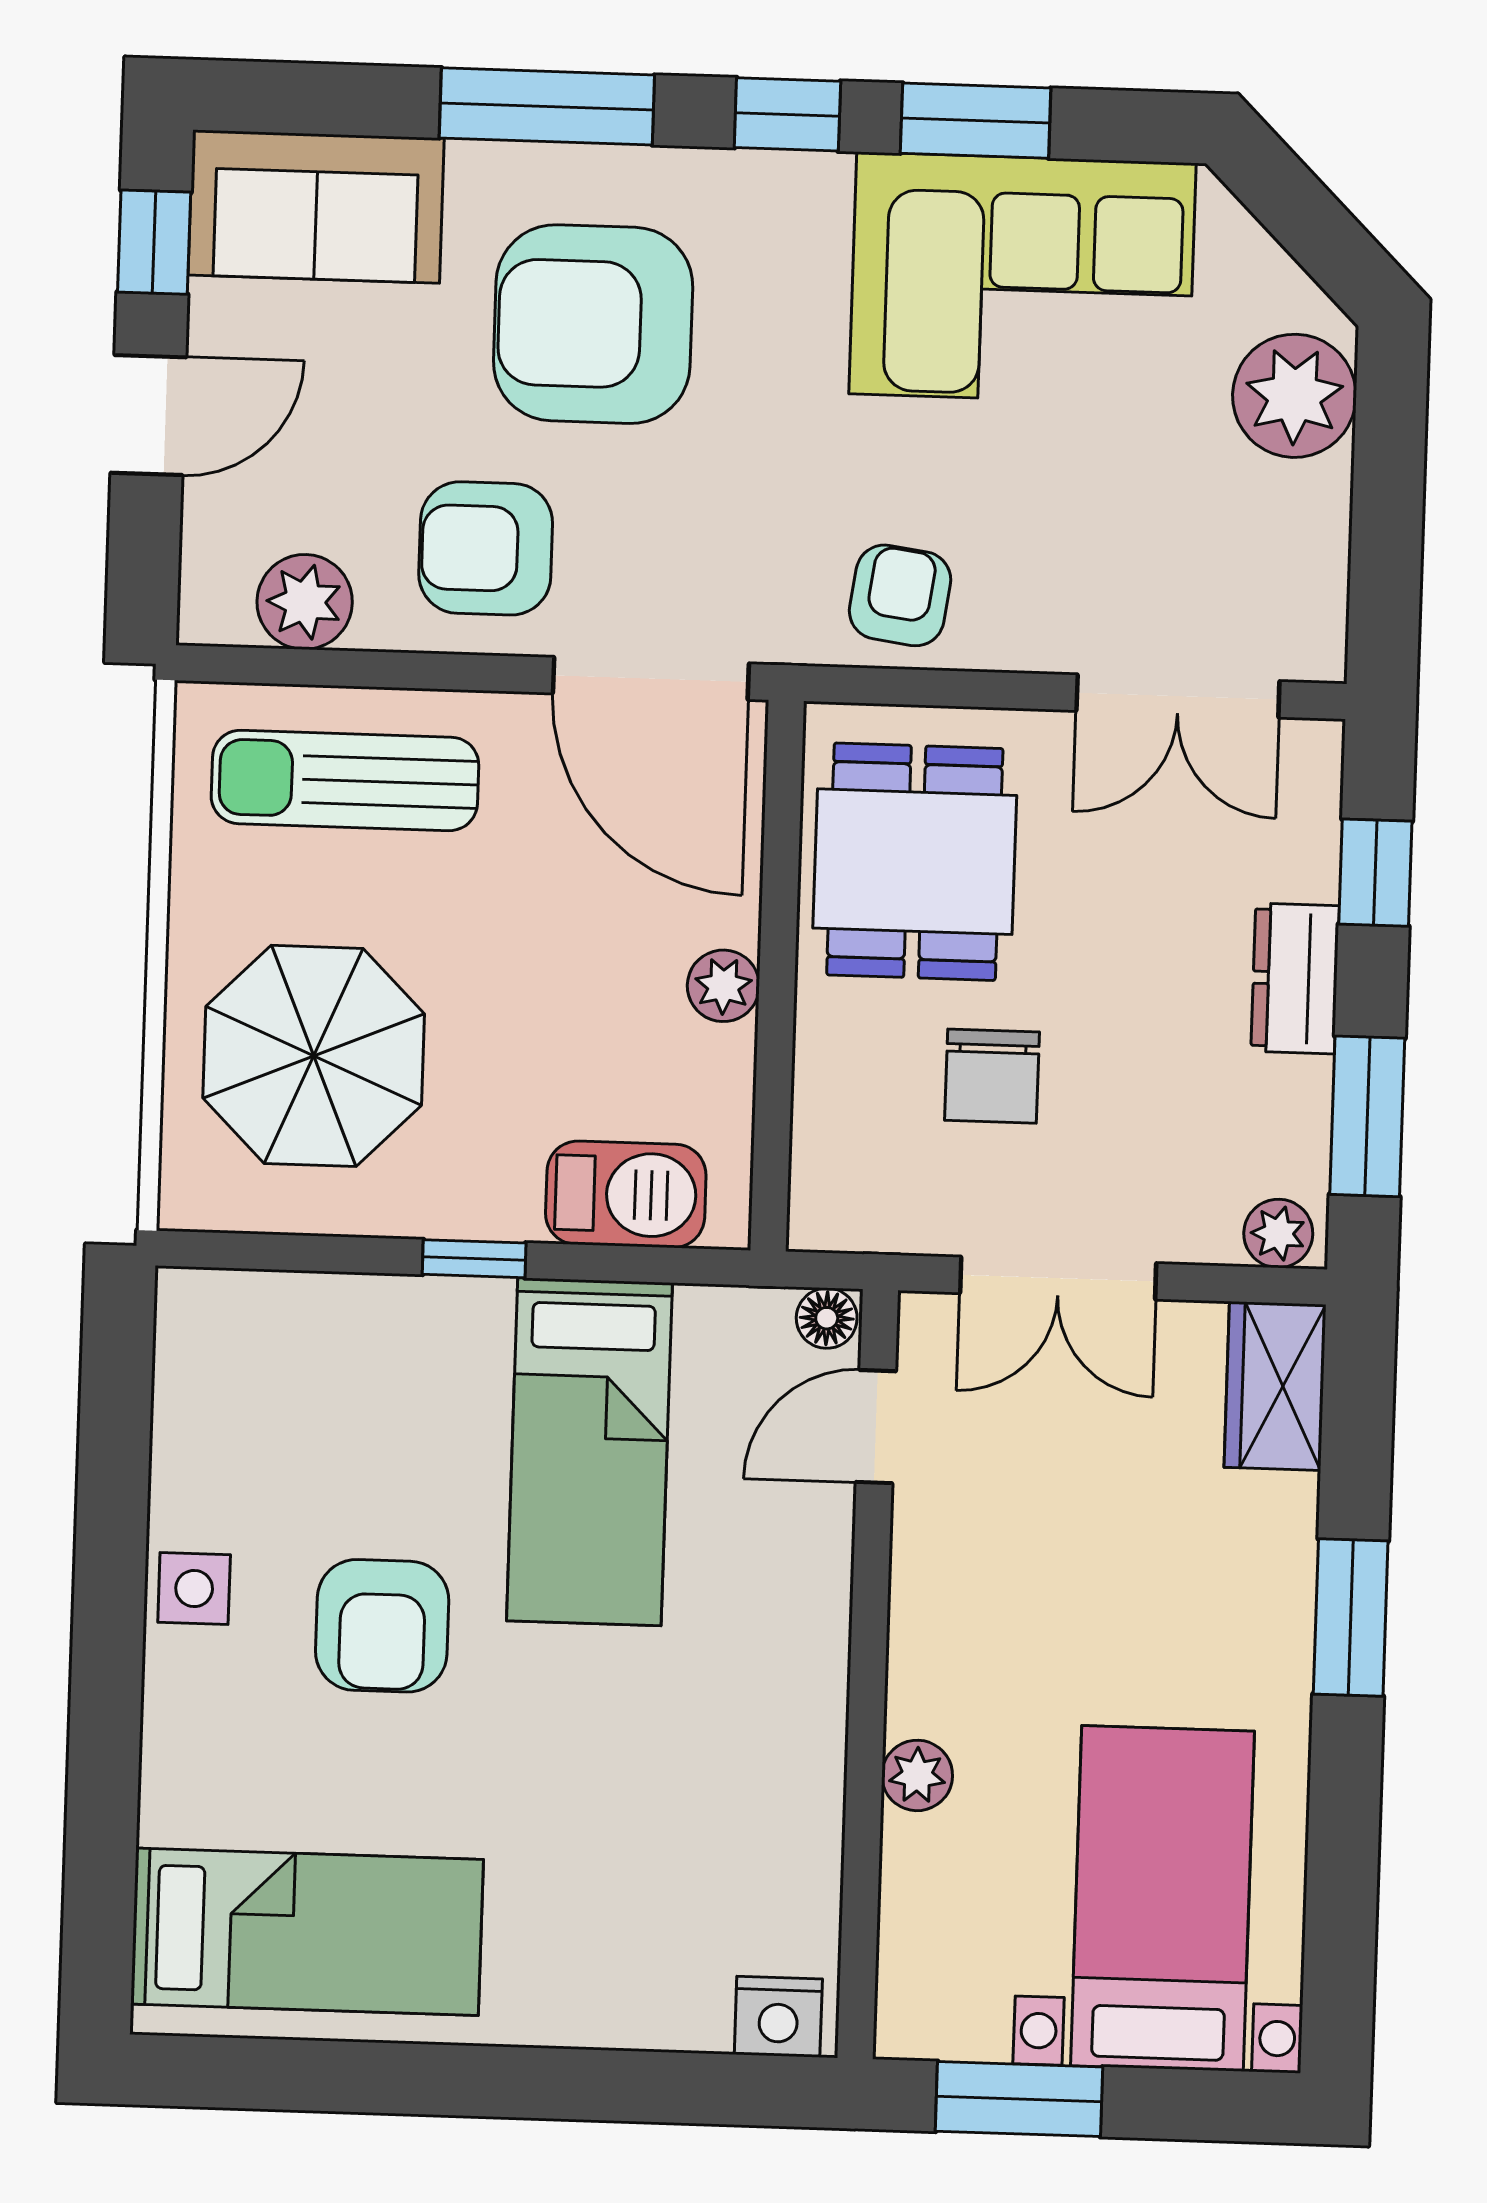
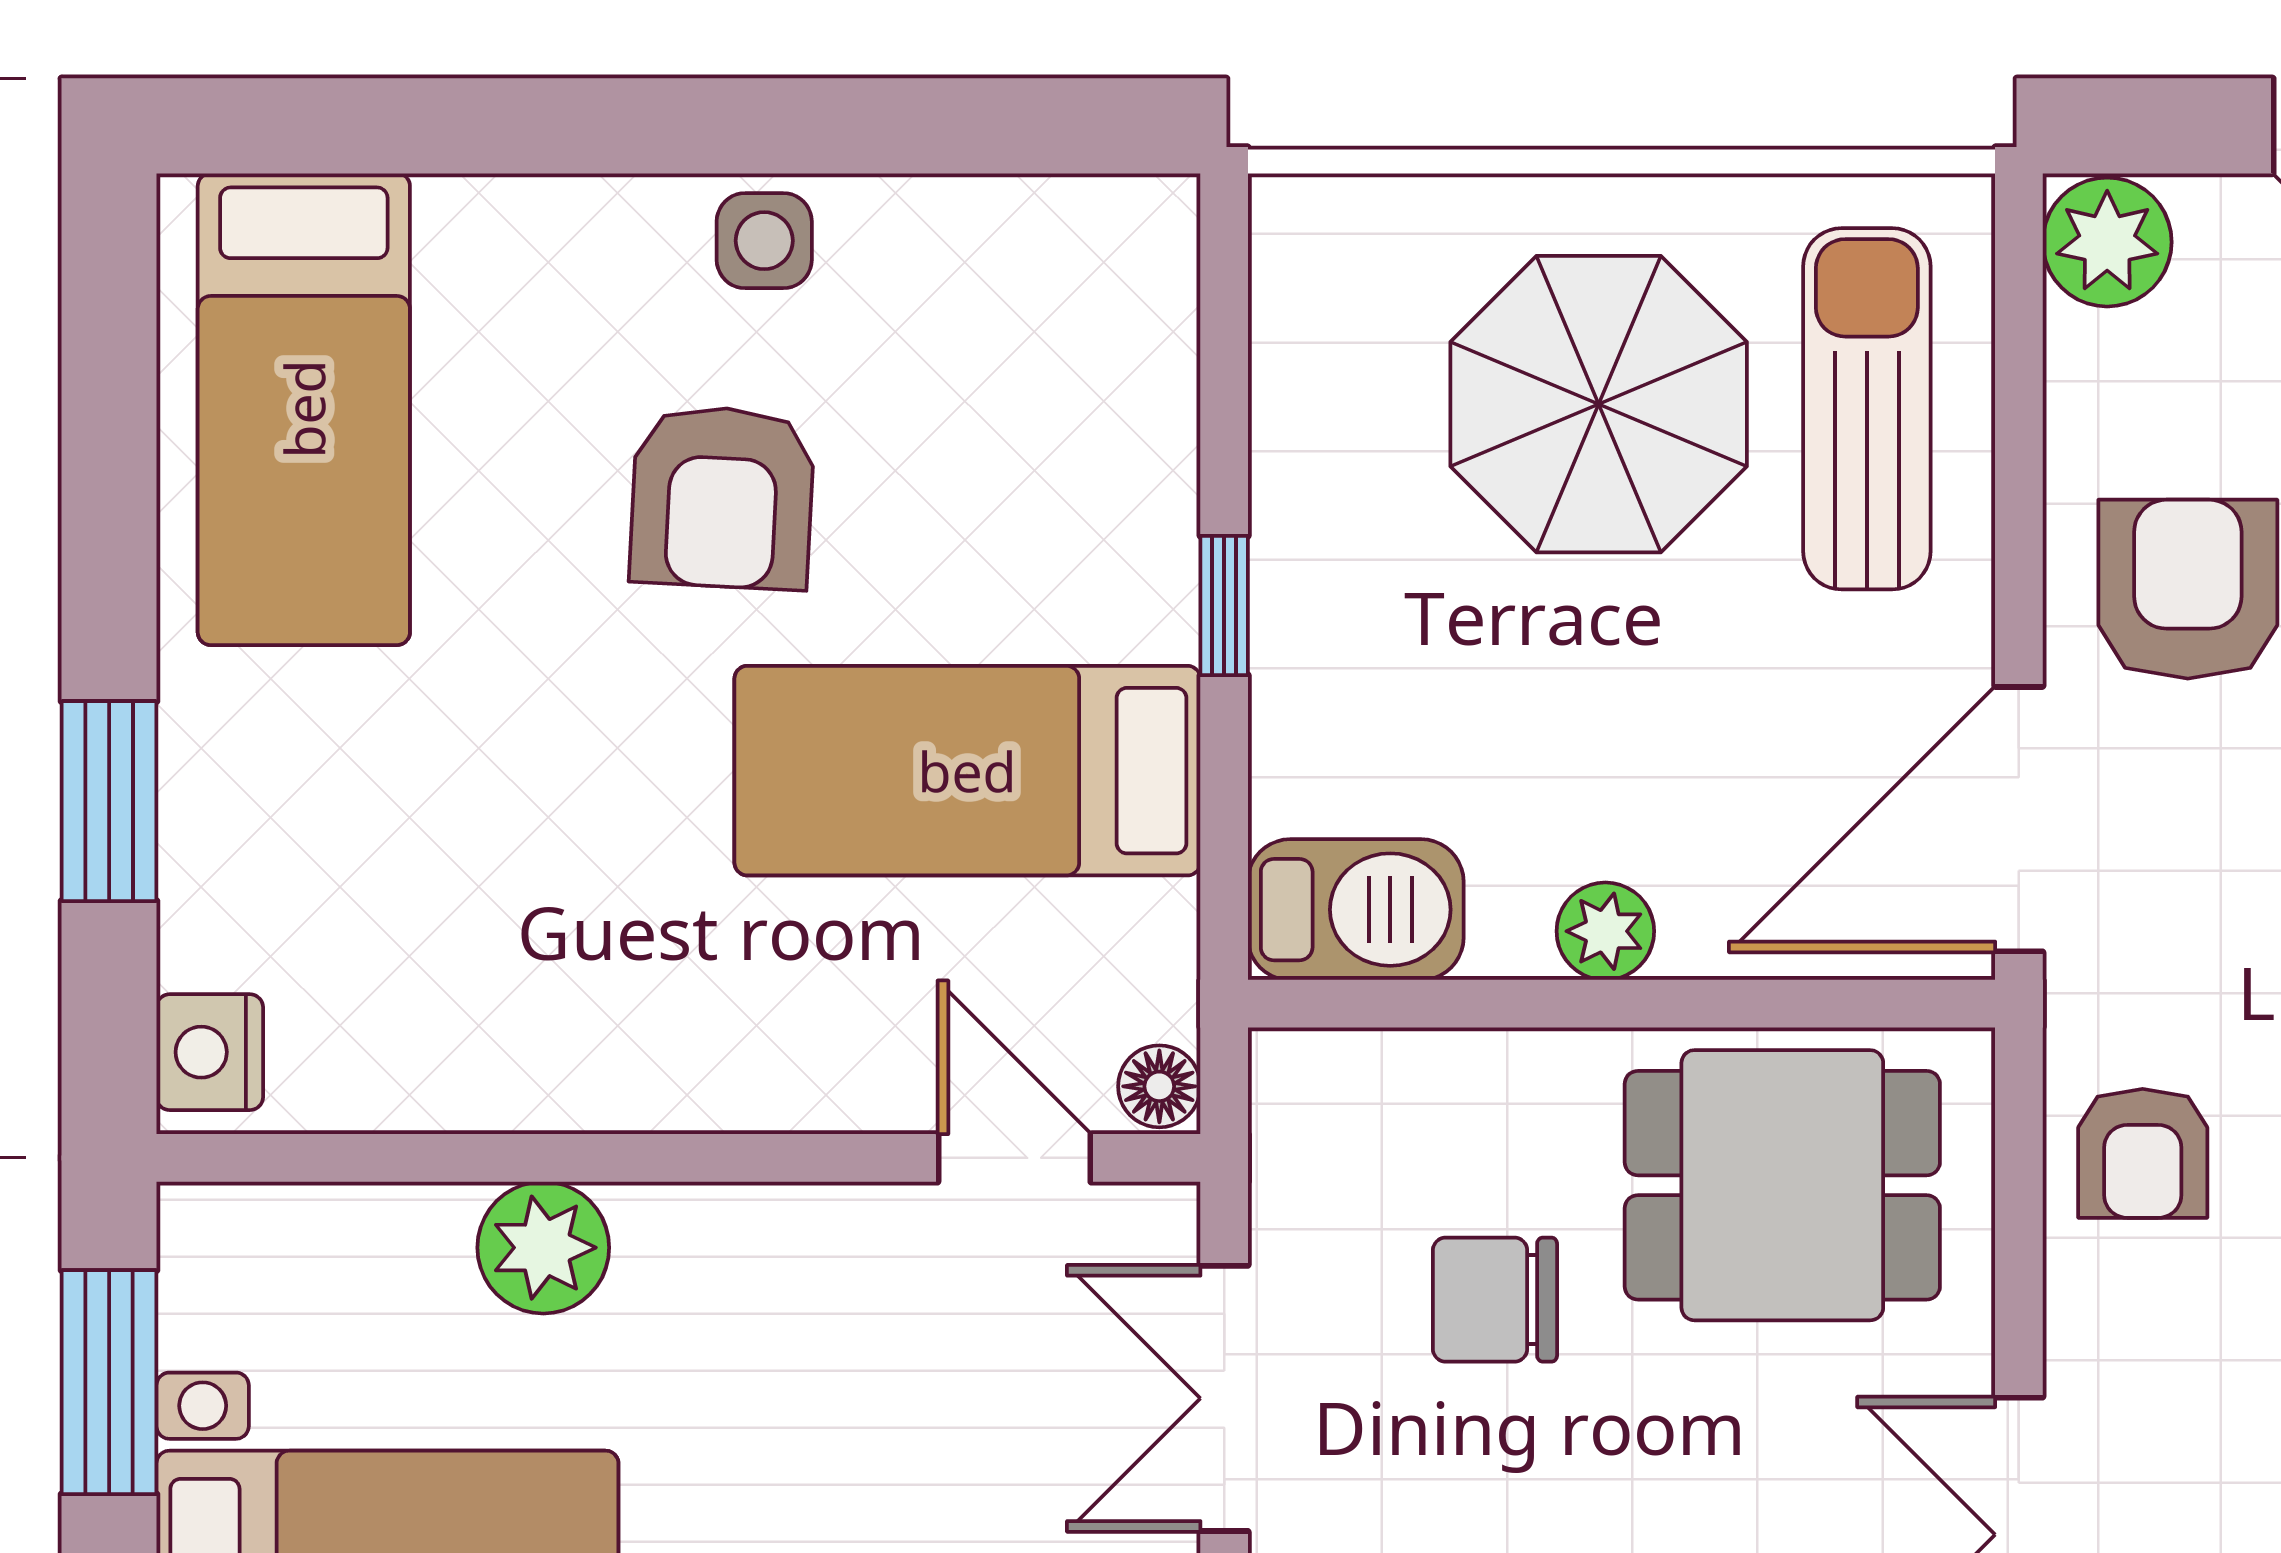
armchair: (900, 595) -> (2143, 1153), turned 82
plant: (305, 602) -> (2107, 242), moved
parasol: (314, 1056) -> (1599, 404), moved
barbecue: (626, 1194) -> (1356, 910), moved, turned -90
armchair: (382, 1626) -> (722, 497), turned -87
plant: (917, 1775) -> (543, 1248), width x1.38, depth x1.38
window: (591, 2085) -> (109, 801), added

